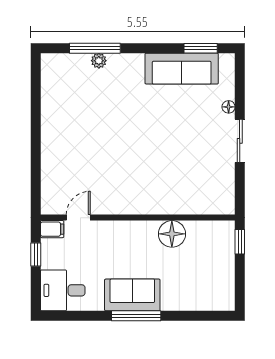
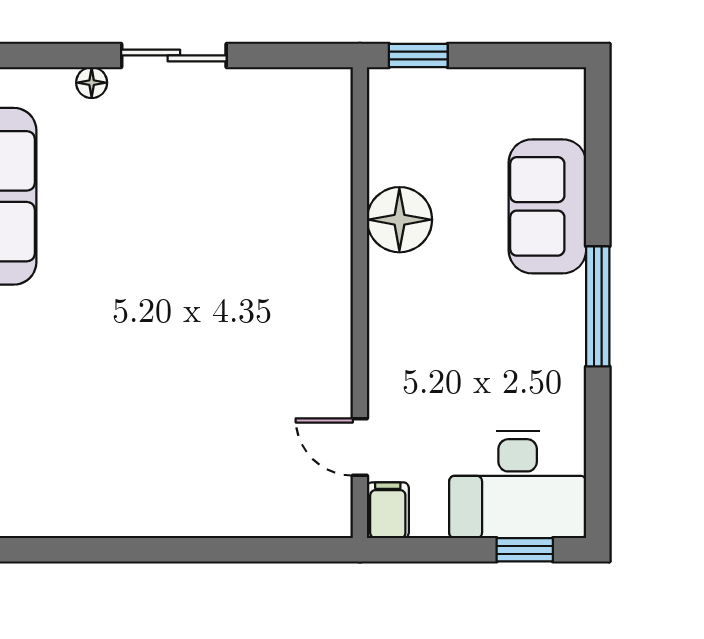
window: (36, 254) -> (525, 550), moved
desk: (63, 290) -> (518, 484), width x1.37
sofa: (132, 295) -> (547, 206), moved

